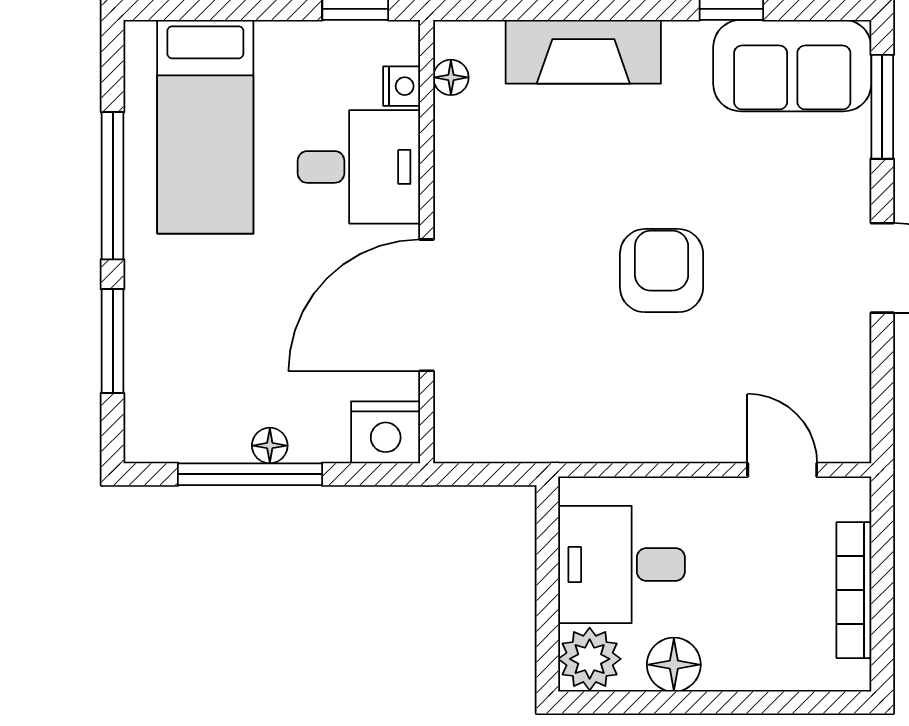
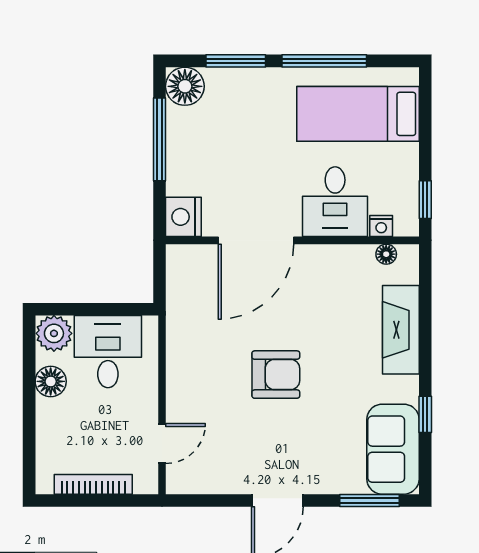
door: (427, 305) -> (256, 240), swing flipped
floor lamp: (270, 446) -> (185, 86), moved, width x1.89, depth x1.89

